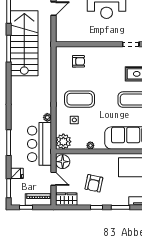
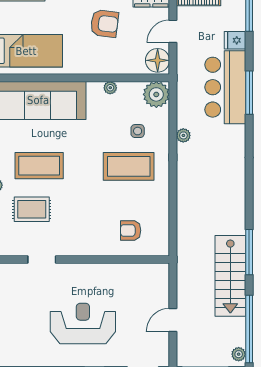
stairs: (24, 43) -> (230, 276), width x0.73, depth x0.66
bar counter: (40, 144) -> (225, 87), moved, turned 180
door: (54, 179) -> (173, 31), hinge flipped
armchair: (94, 183) -> (104, 24), turned 85

